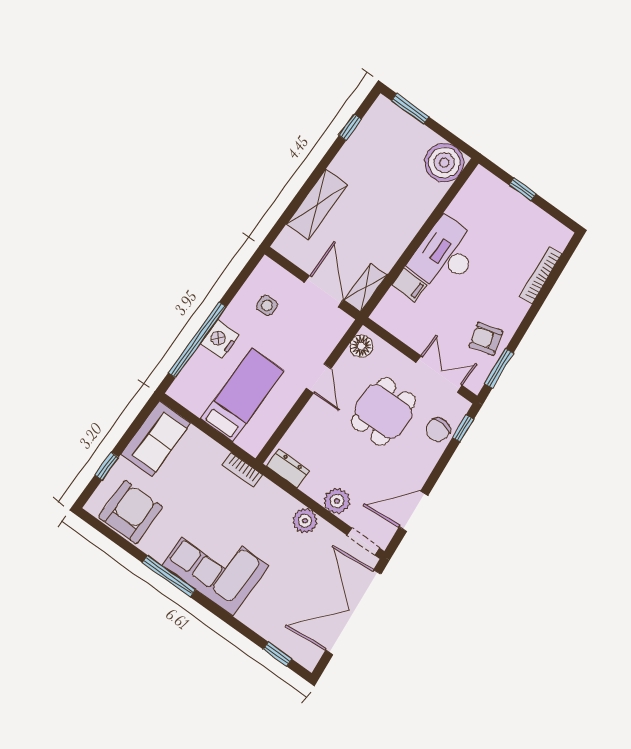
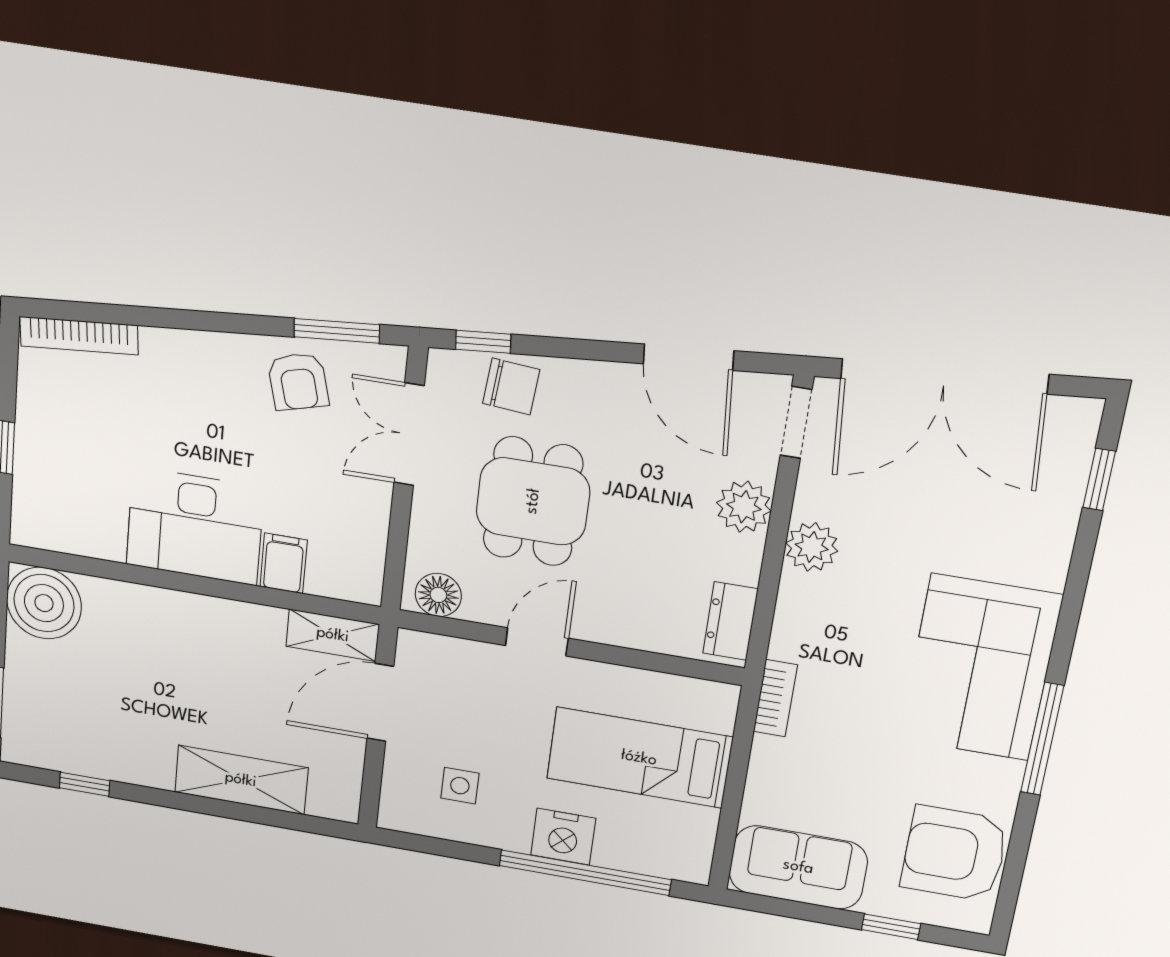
bookcase: (541, 275) -> (79, 336), moved
dining table: (383, 412) -> (533, 501), turned 90

